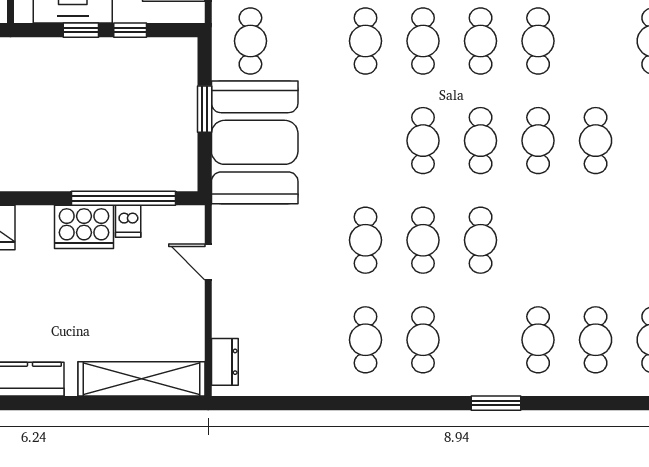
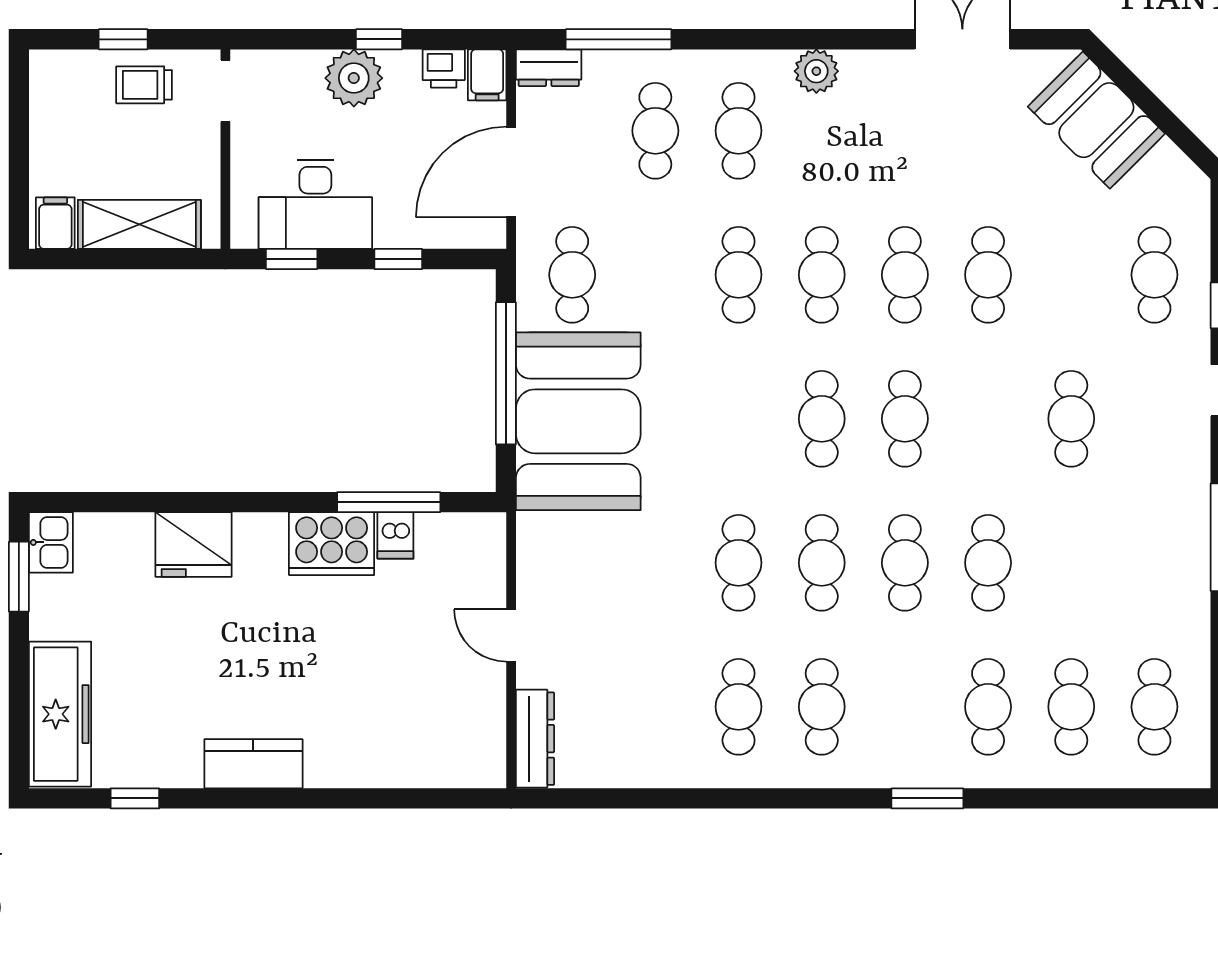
window: (81, 30) -> (292, 259), moved
window: (205, 109) -> (506, 373), width x2.11
cafe table: (538, 141) -> (988, 563), moved
window: (123, 198) -> (389, 502), width x0.68
door: (208, 262) -> (511, 635), moved
dresser: (225, 362) -> (535, 739), width x1.44
shelving: (141, 379) -> (415, 763), removed

